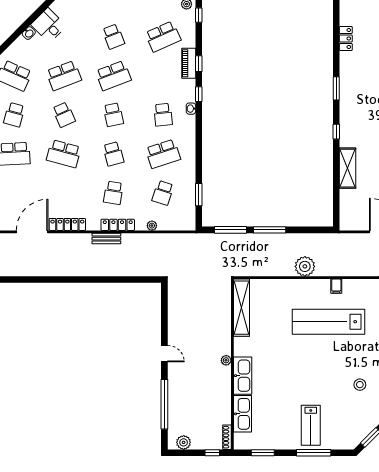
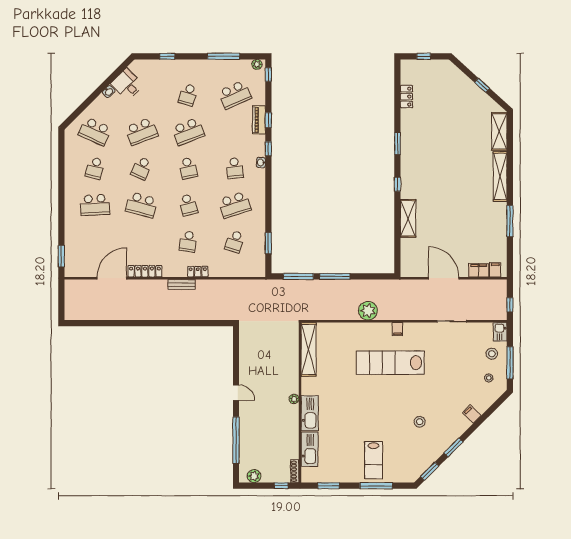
school desk: (113, 37) -> (188, 95), turned 39
school desk: (64, 115) -> (142, 168), turned 48
locker: (118, 225) -> (198, 272), width x0.66
plant: (152, 226) -> (224, 272), removed

